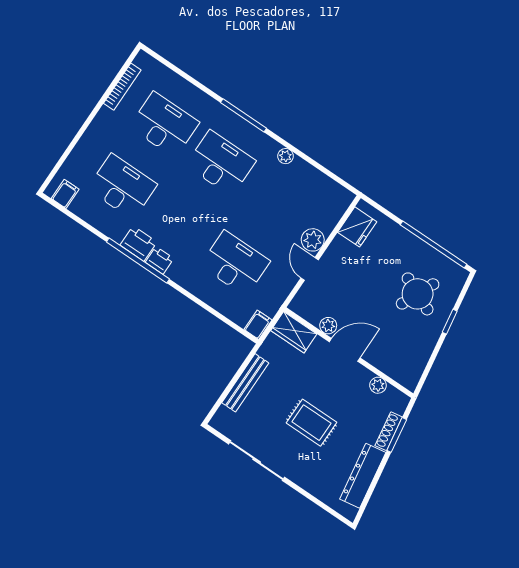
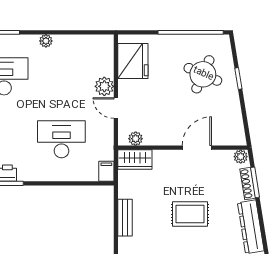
fridge: (357, 227) -> (133, 61), width x1.36, depth x1.34
plant: (328, 326) -> (136, 139), moved
door: (345, 350) -> (197, 148), moved
bench: (245, 383) -> (125, 218), width x0.73
plant: (378, 385) -> (241, 157), moved

